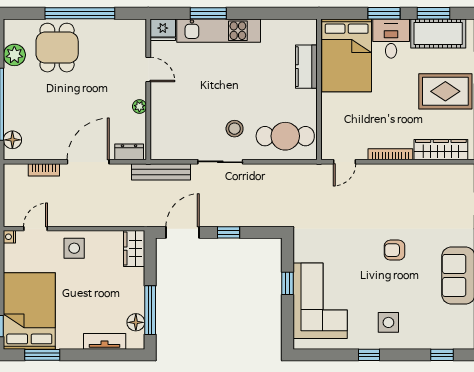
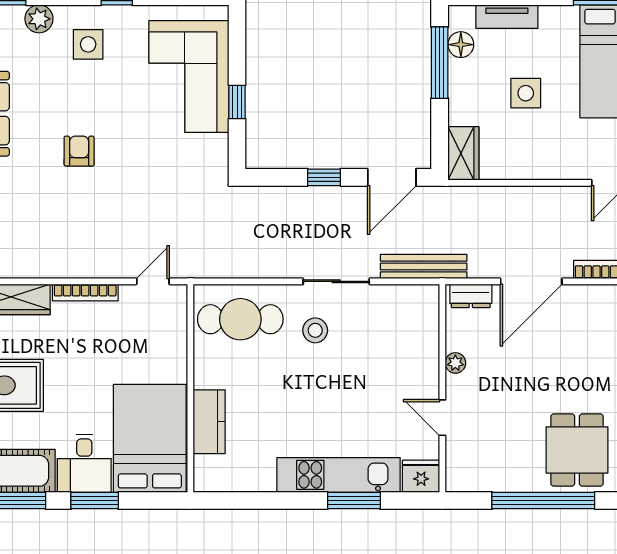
side table: (74, 248) -> (526, 93), moved
armchair: (395, 250) -> (79, 151), turned -90
plant: (422, 340) -> (39, 19), added

